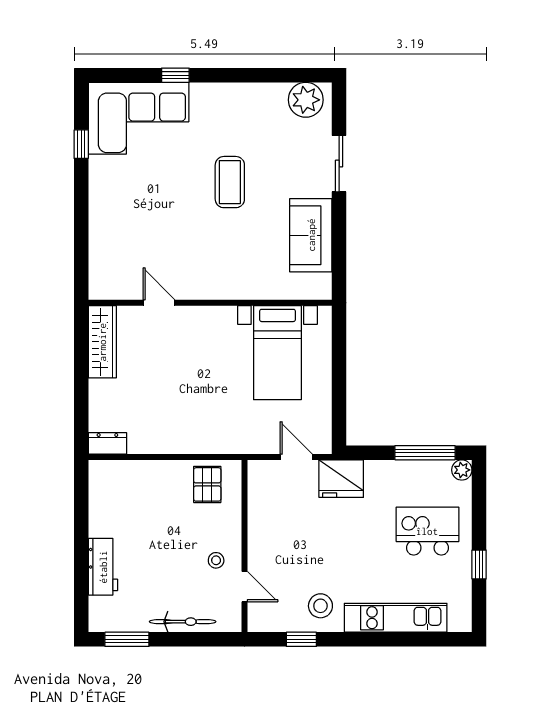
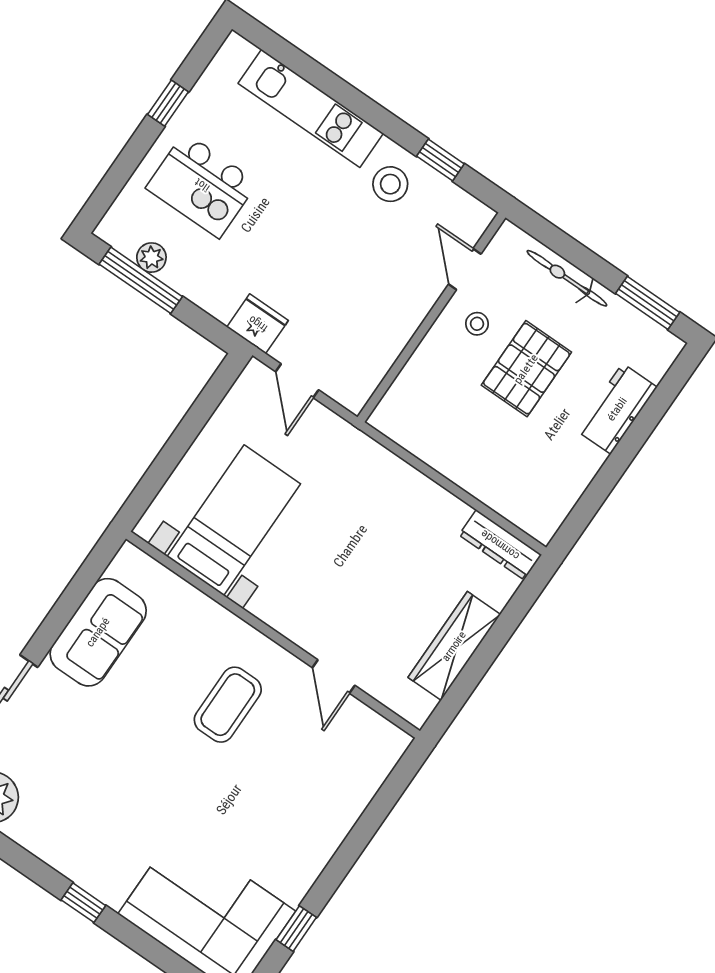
window: (175, 75) -> (83, 903), moved
coffee table: (230, 182) -> (228, 705), moved
wardrobe: (102, 342) -> (454, 646), moved
dresser: (107, 443) -> (500, 545), width x1.44
plant: (462, 470) -> (151, 258), moved
fridge: (341, 479) -> (258, 324), width x0.73, depth x0.75
pallet: (207, 484) -> (526, 369), moved, width x1.50, depth x1.42

